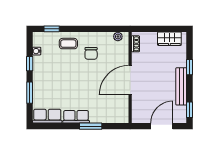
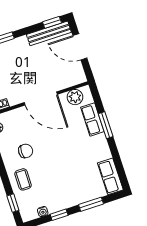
bench: (181, 86) -> (49, 33), moved
plant: (122, 109) -> (75, 97), added
row of seats: (76, 117) -> (92, 119), moved

